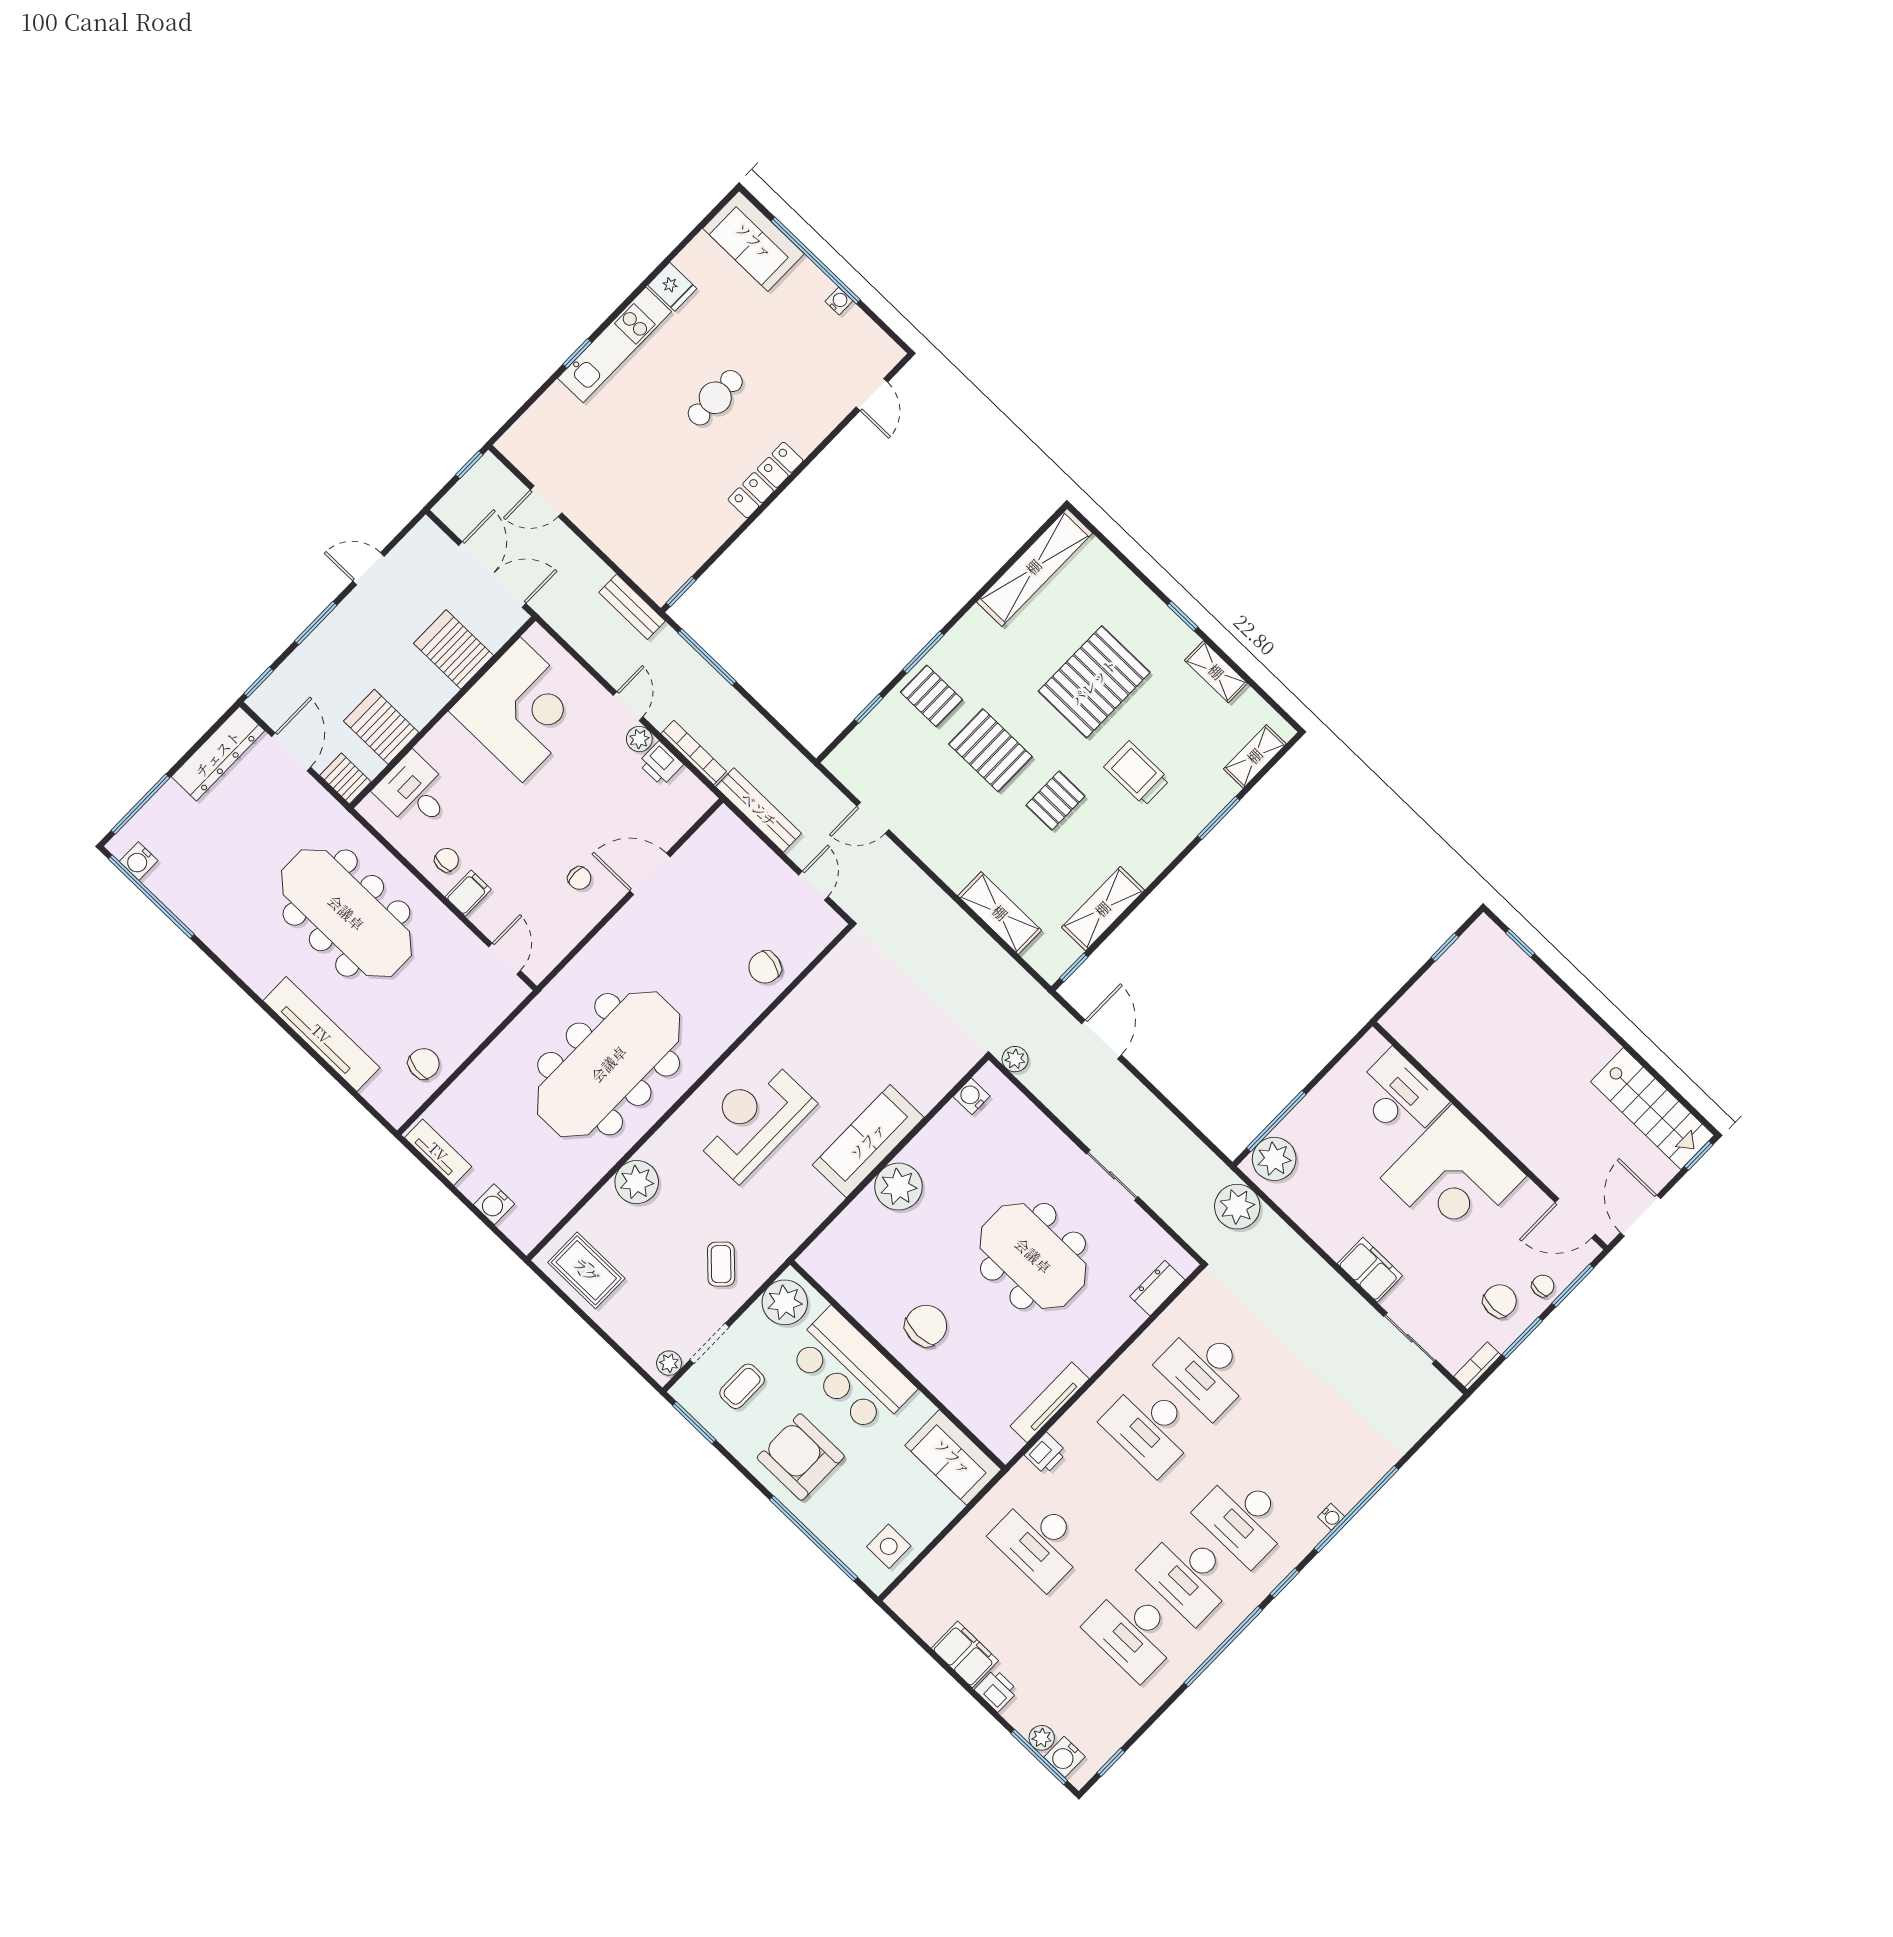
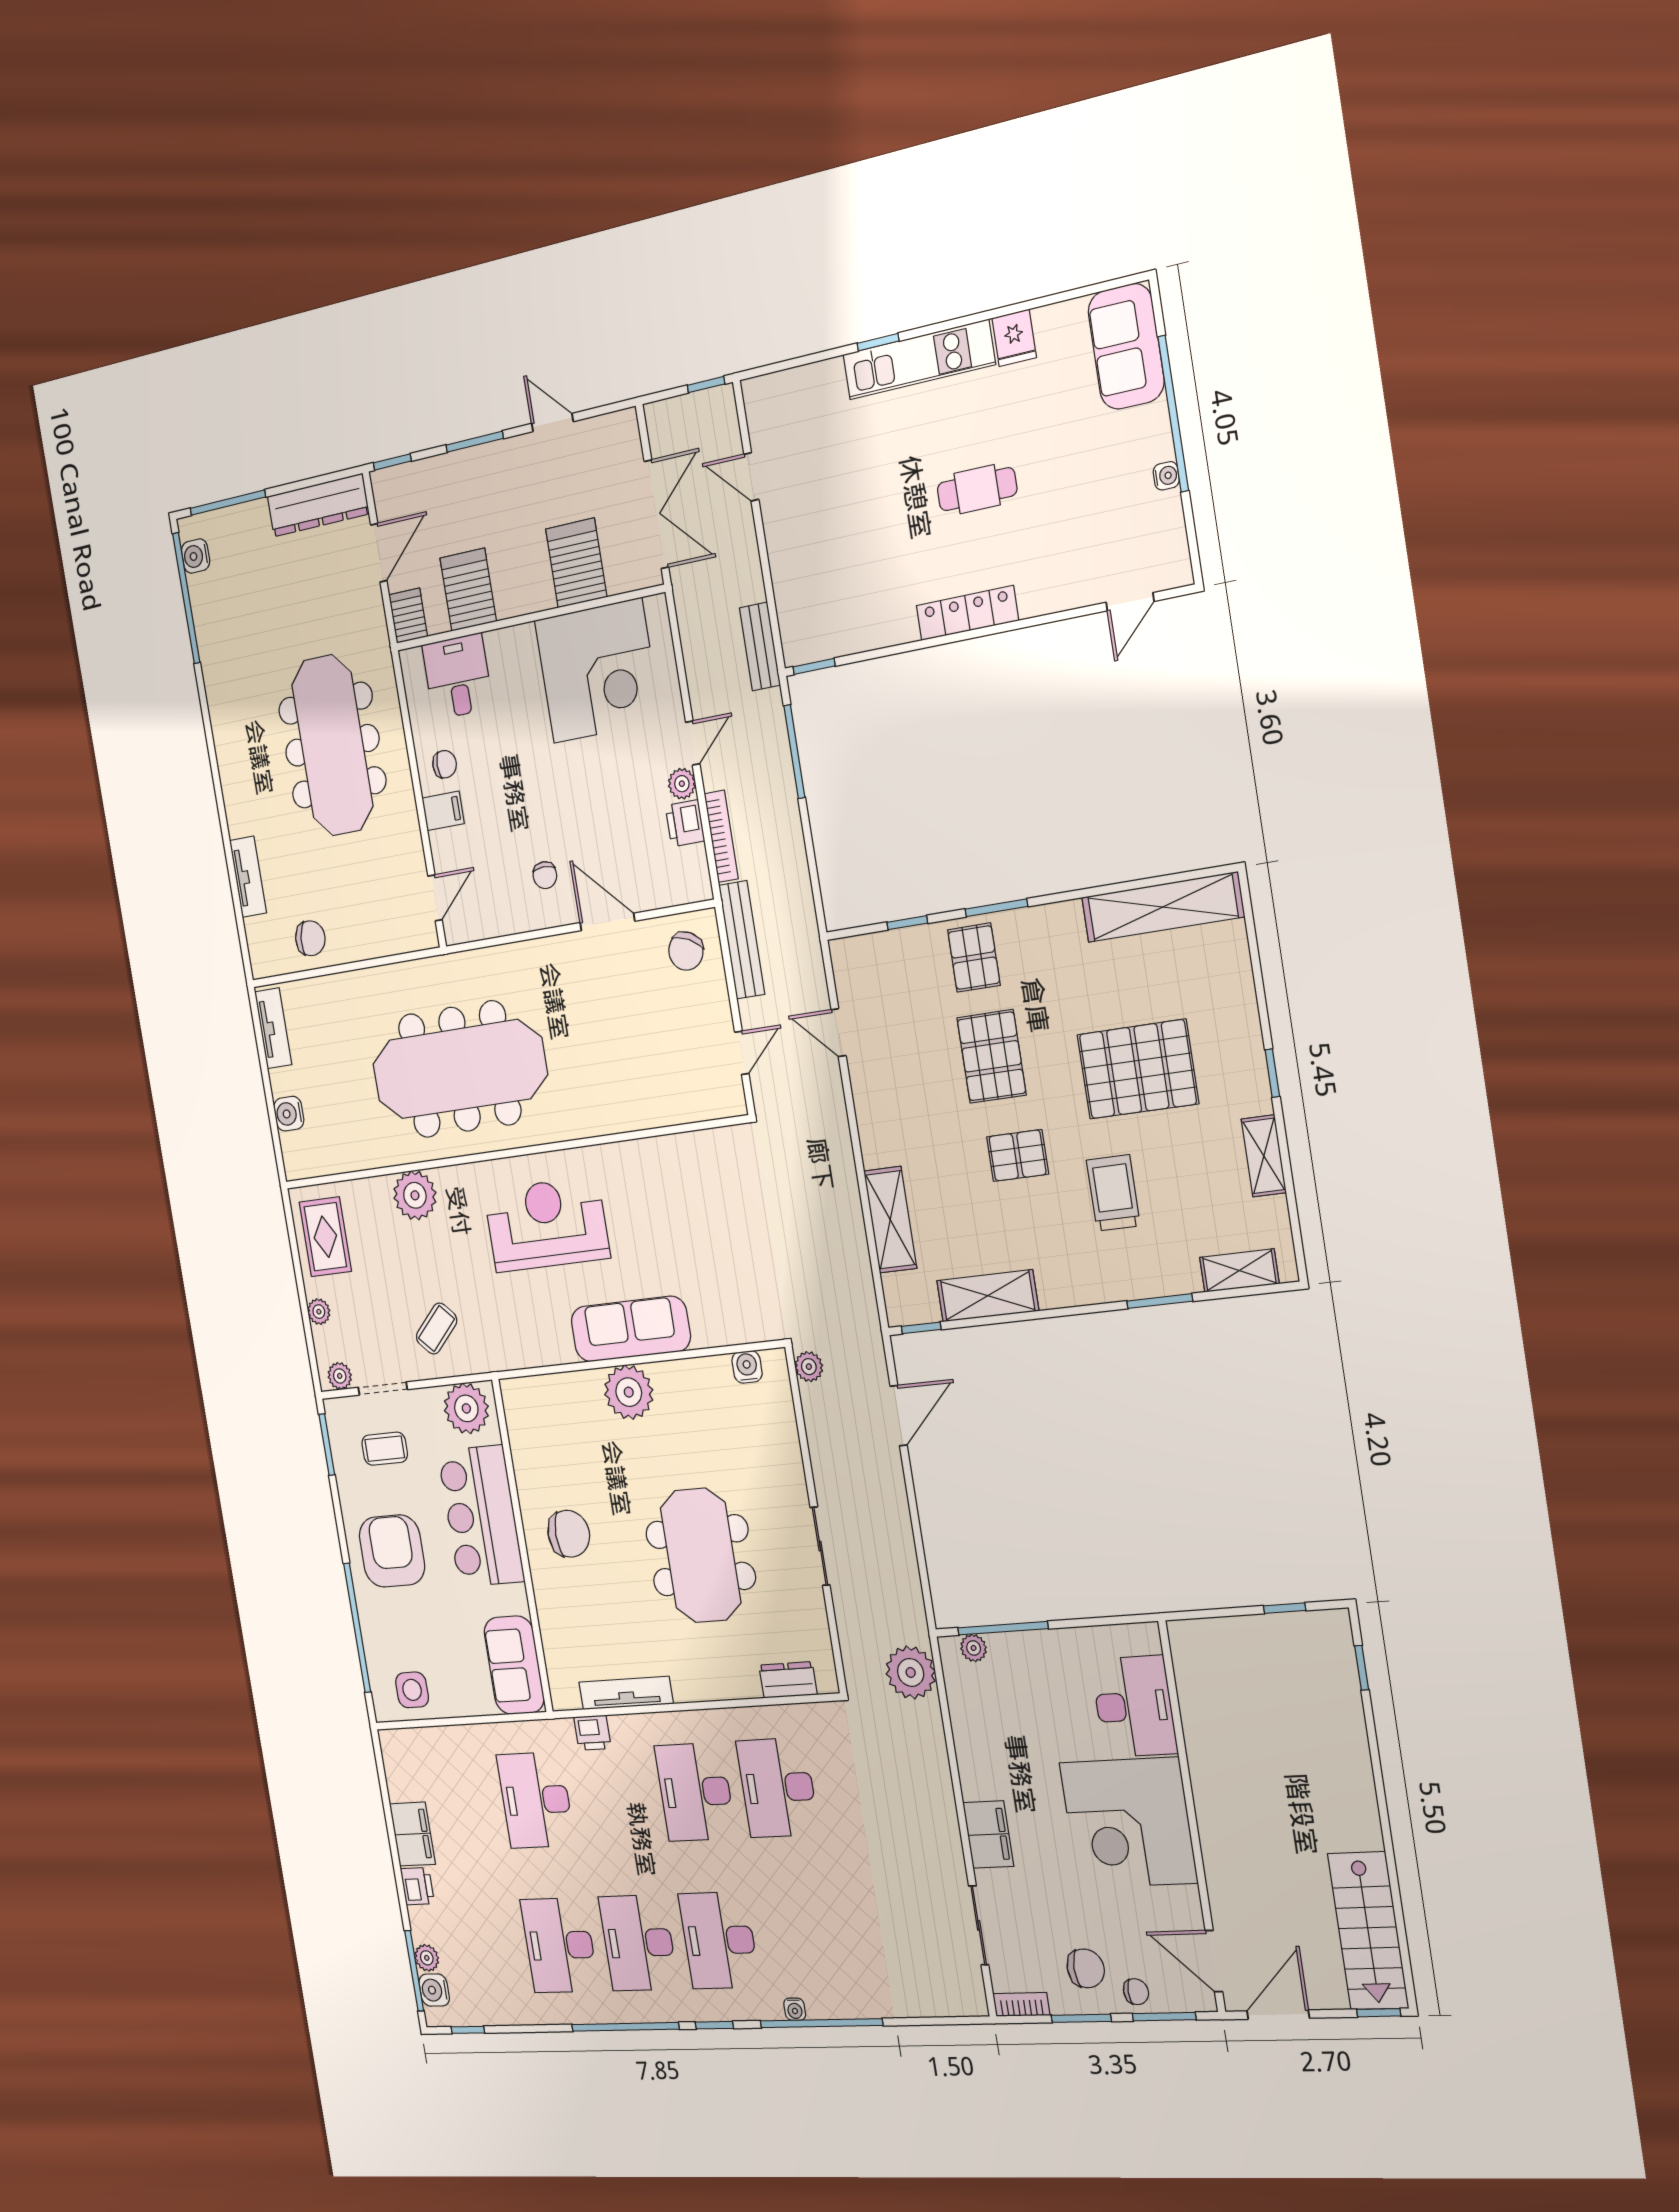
chair: (765, 967) -> (686, 951), moved, turned -78
tv unit: (321, 1034) -> (248, 877), width x0.52, depth x0.78
plant: (1274, 1159) -> (974, 1648), width x0.53, depth x0.53
plant: (619, 1330) -> (319, 1312), added

